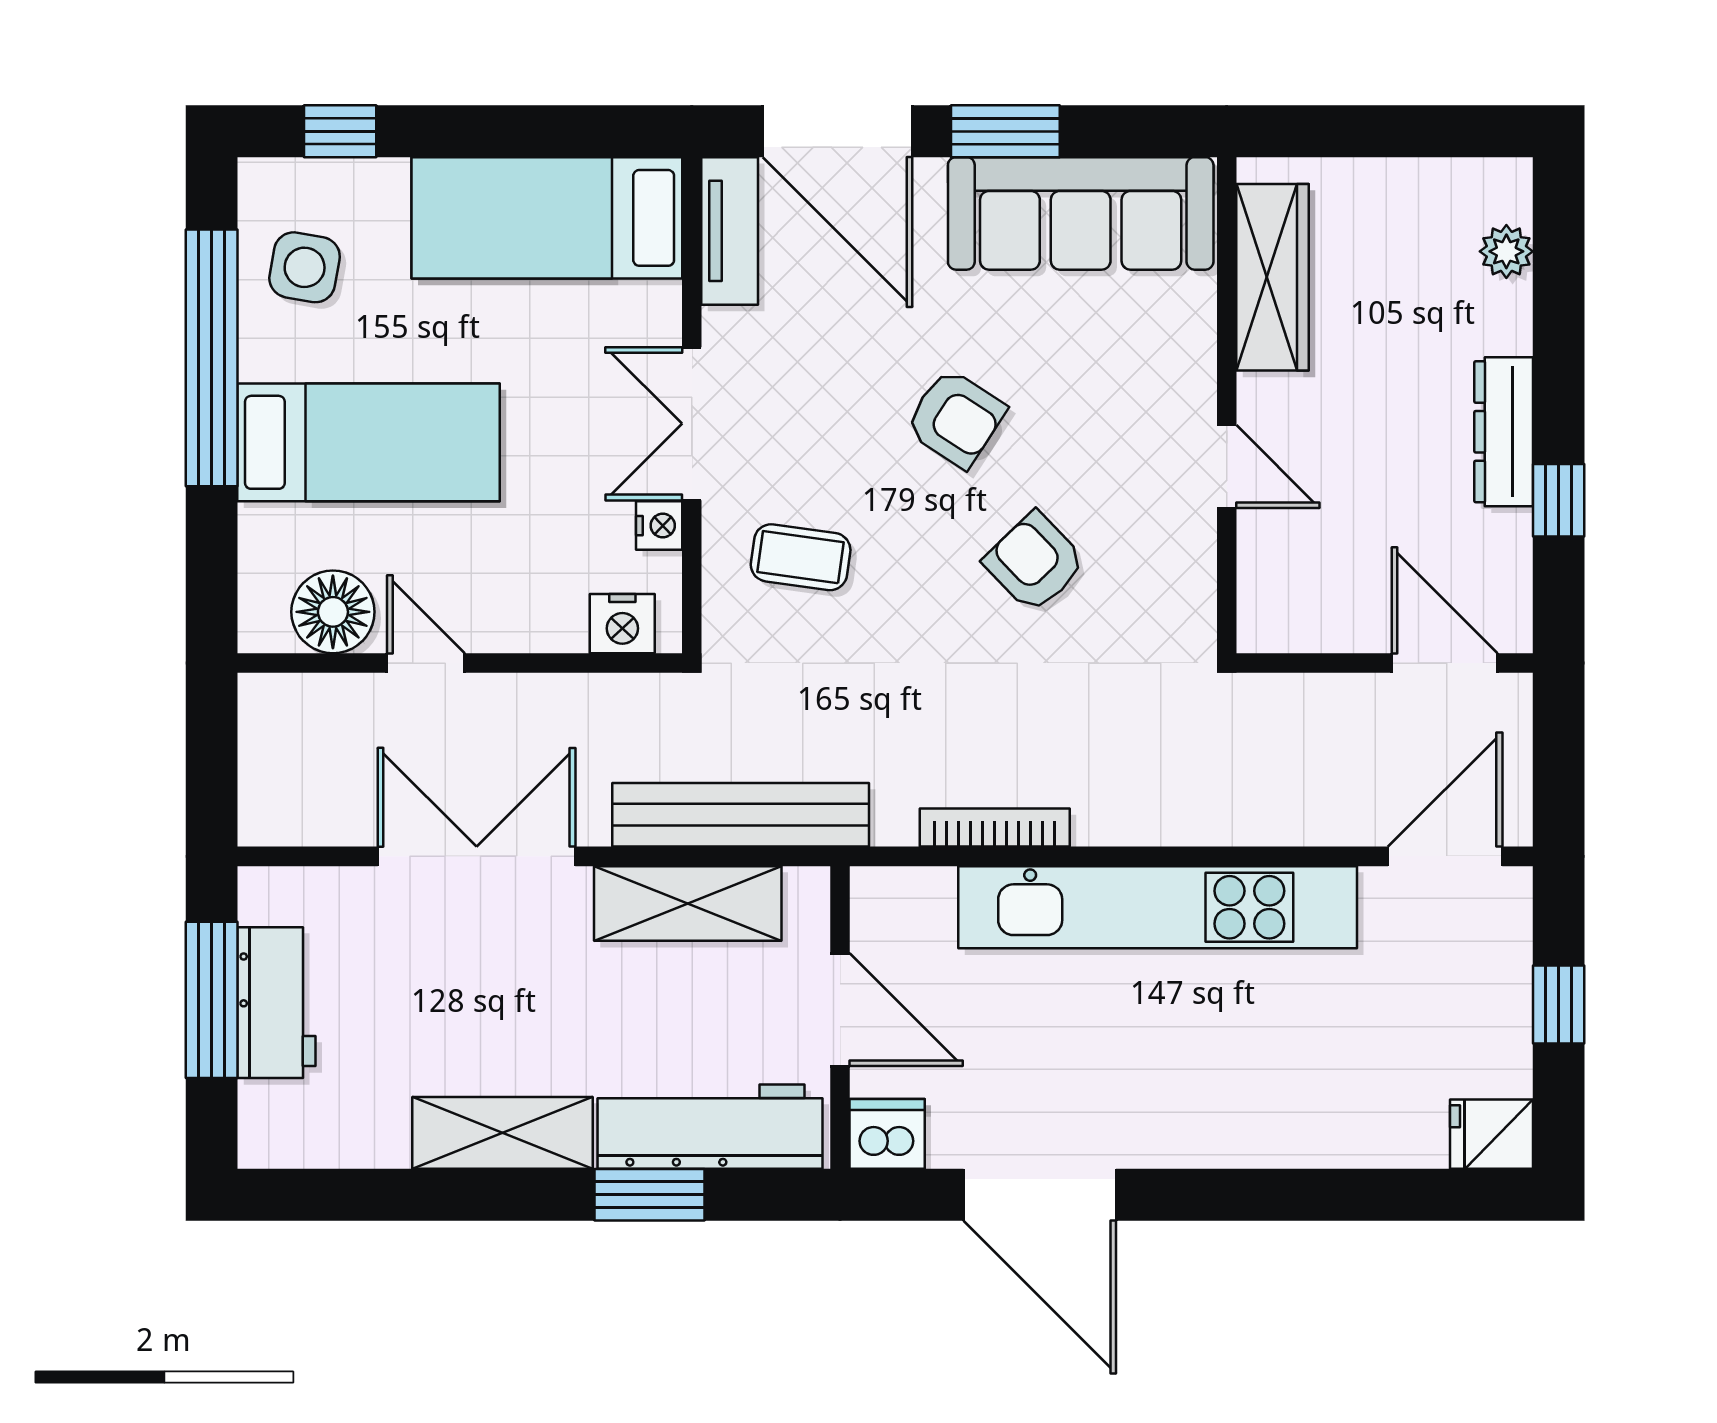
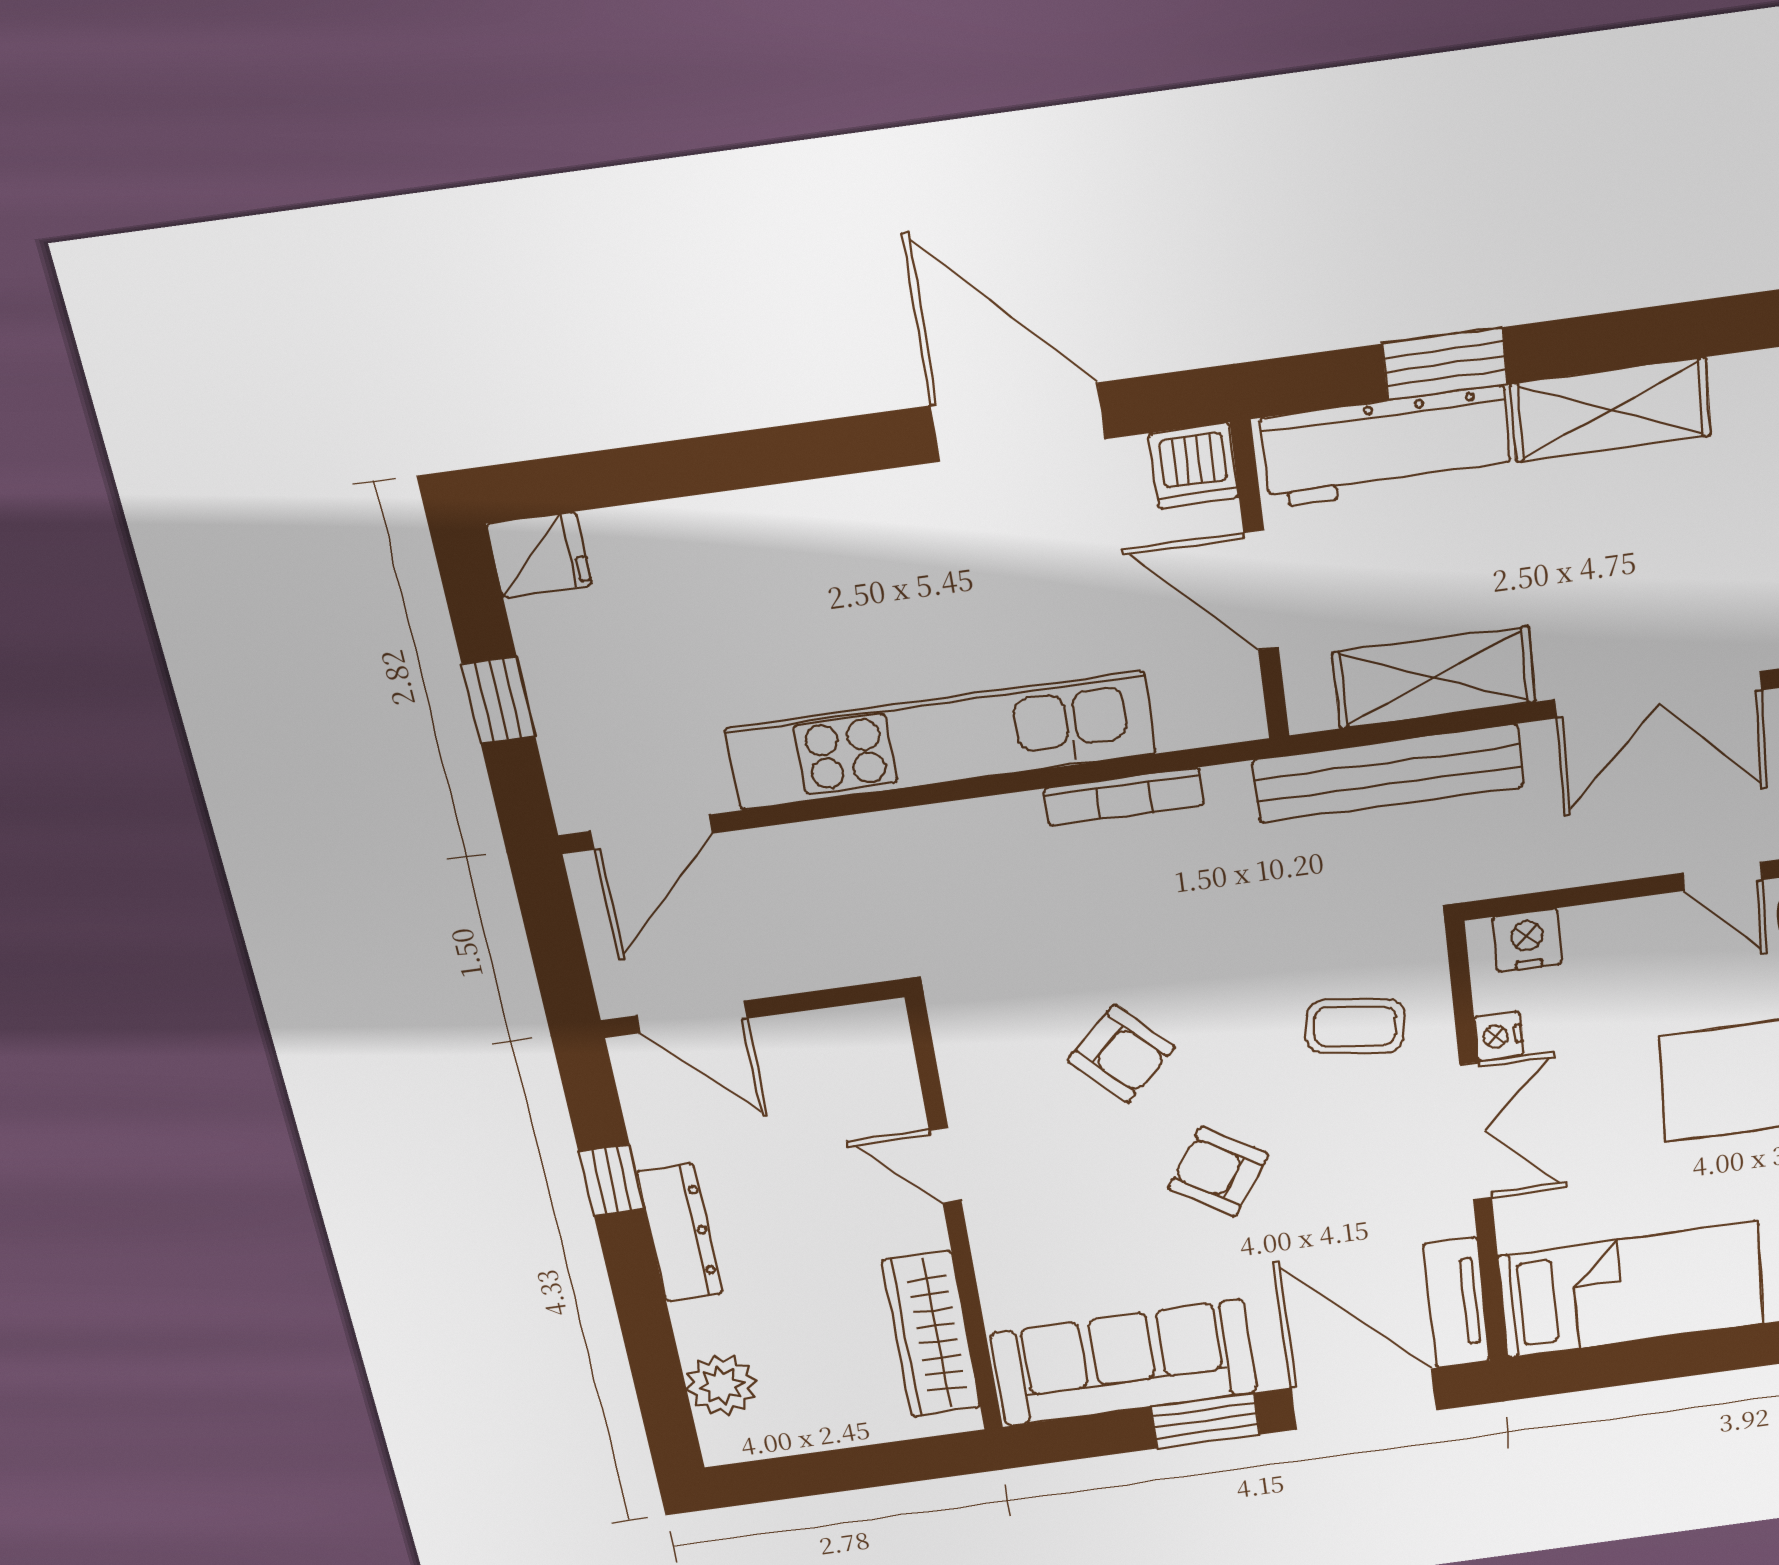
plant: (1506, 251) -> (721, 1385), width x1.38, depth x1.38

